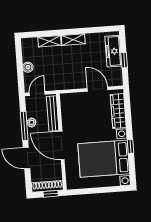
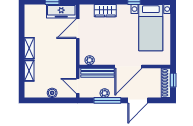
freezer: (113, 51) -> (61, 11), moved
plant: (65, 104) -> (90, 60), added
wardrobe: (118, 111) -> (105, 11), width x0.67
bed with nightstands: (104, 159) -> (151, 28), width x0.73

